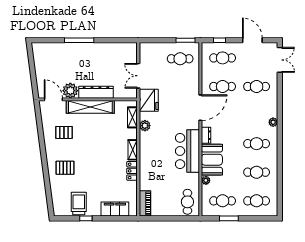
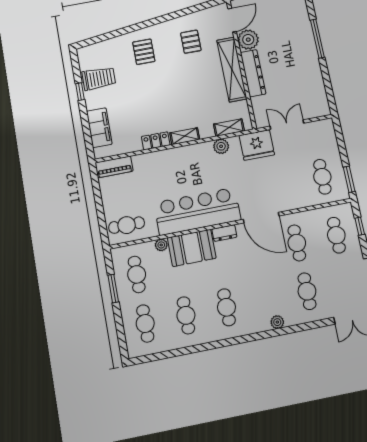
plant: (273, 122) -> (277, 322), moved
bar counter: (187, 151) -> (197, 211), width x1.36

